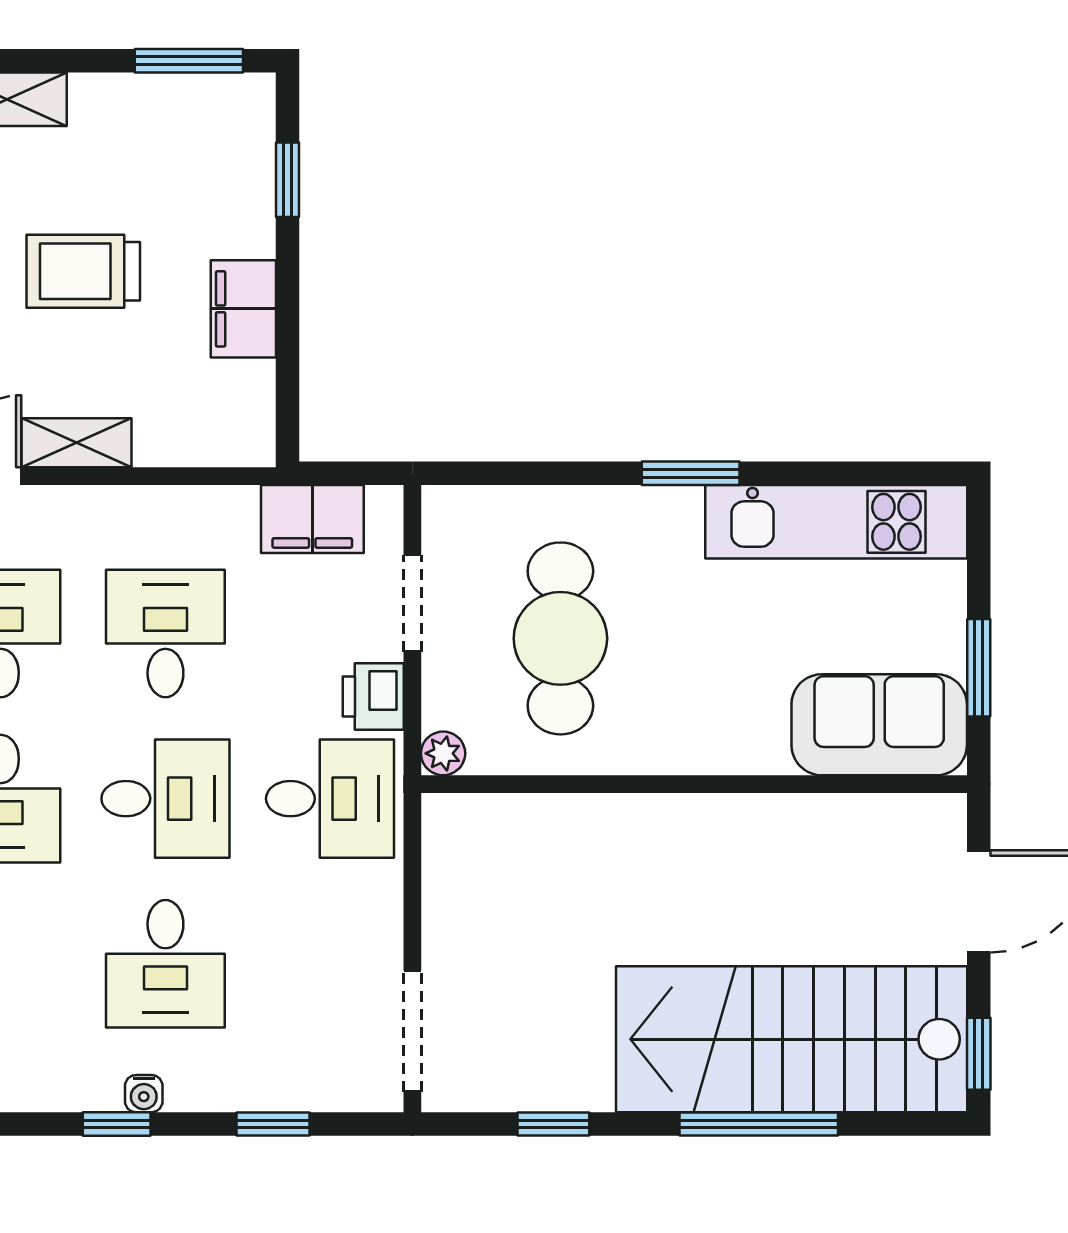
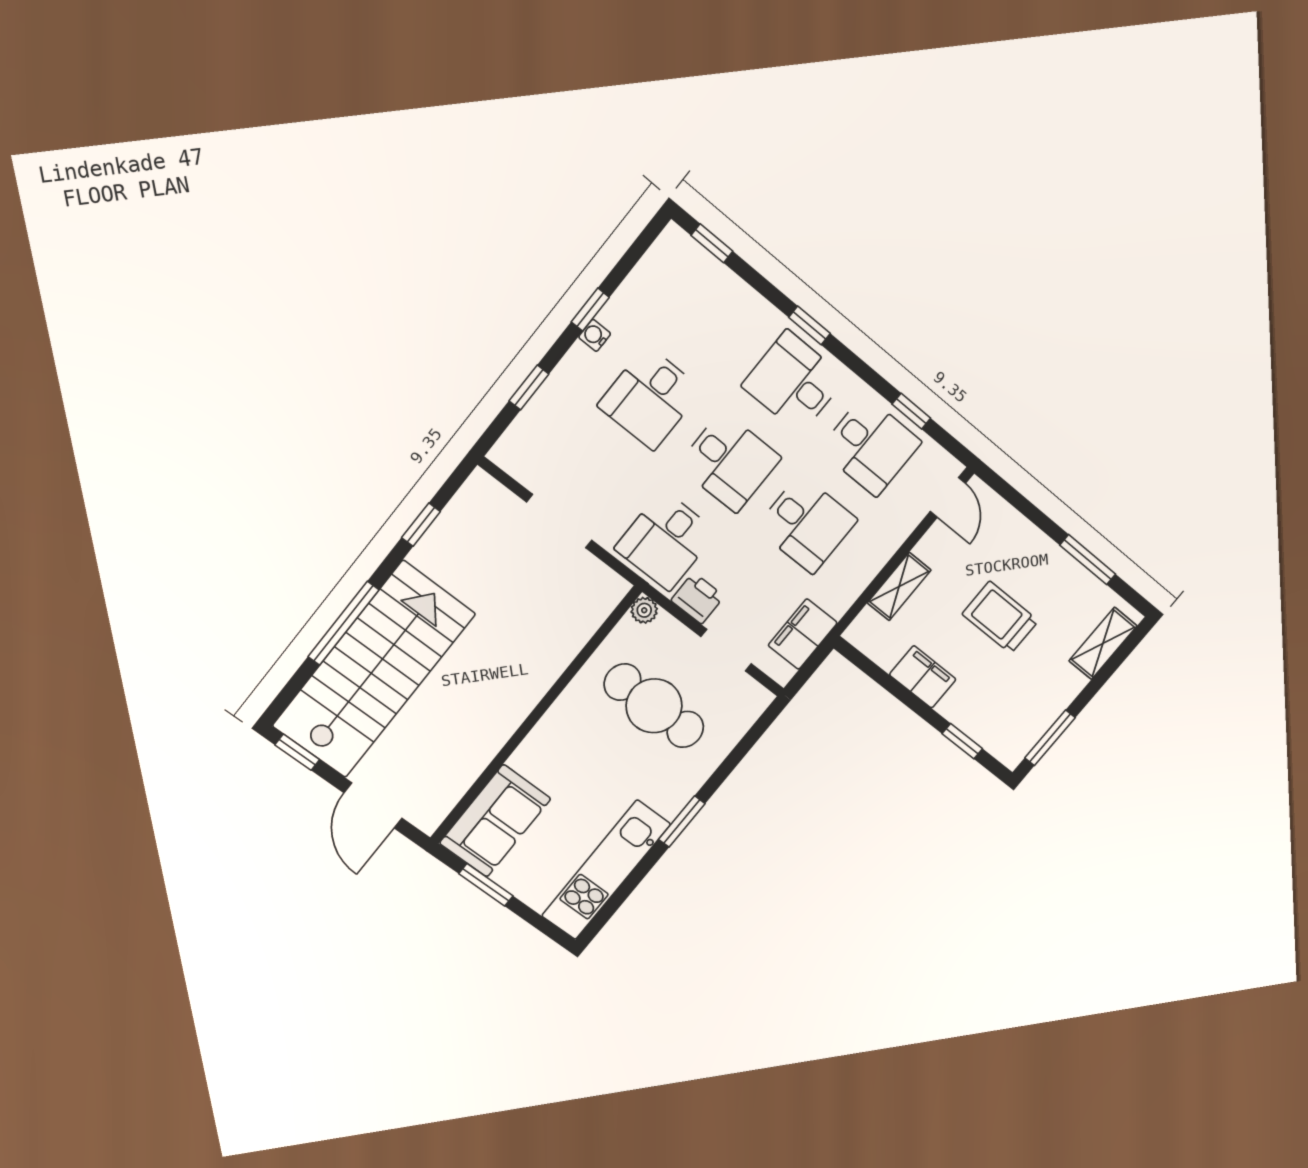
trolley: (83, 271) -> (1000, 617), turned -90
shelving: (77, 443) -> (899, 587), moved
desk: (165, 799) -> (729, 462), turned -90
desk: (165, 964) -> (650, 398), turned -90
doorway: (412, 1031) -> (559, 521), moved

